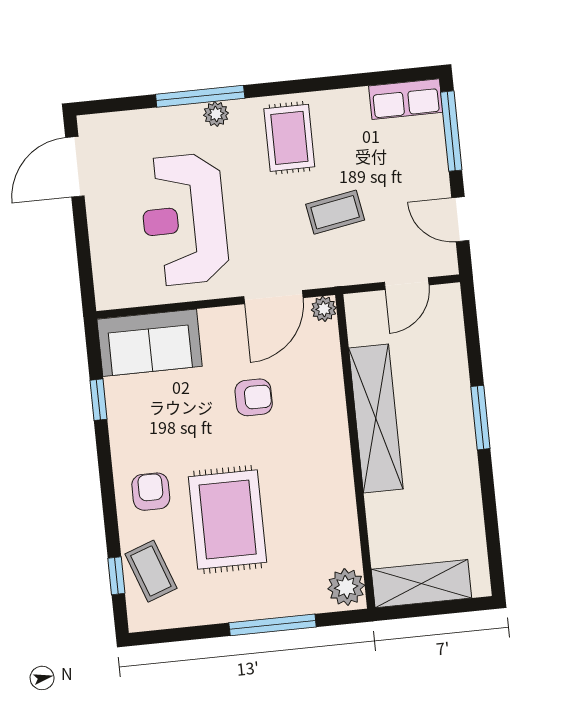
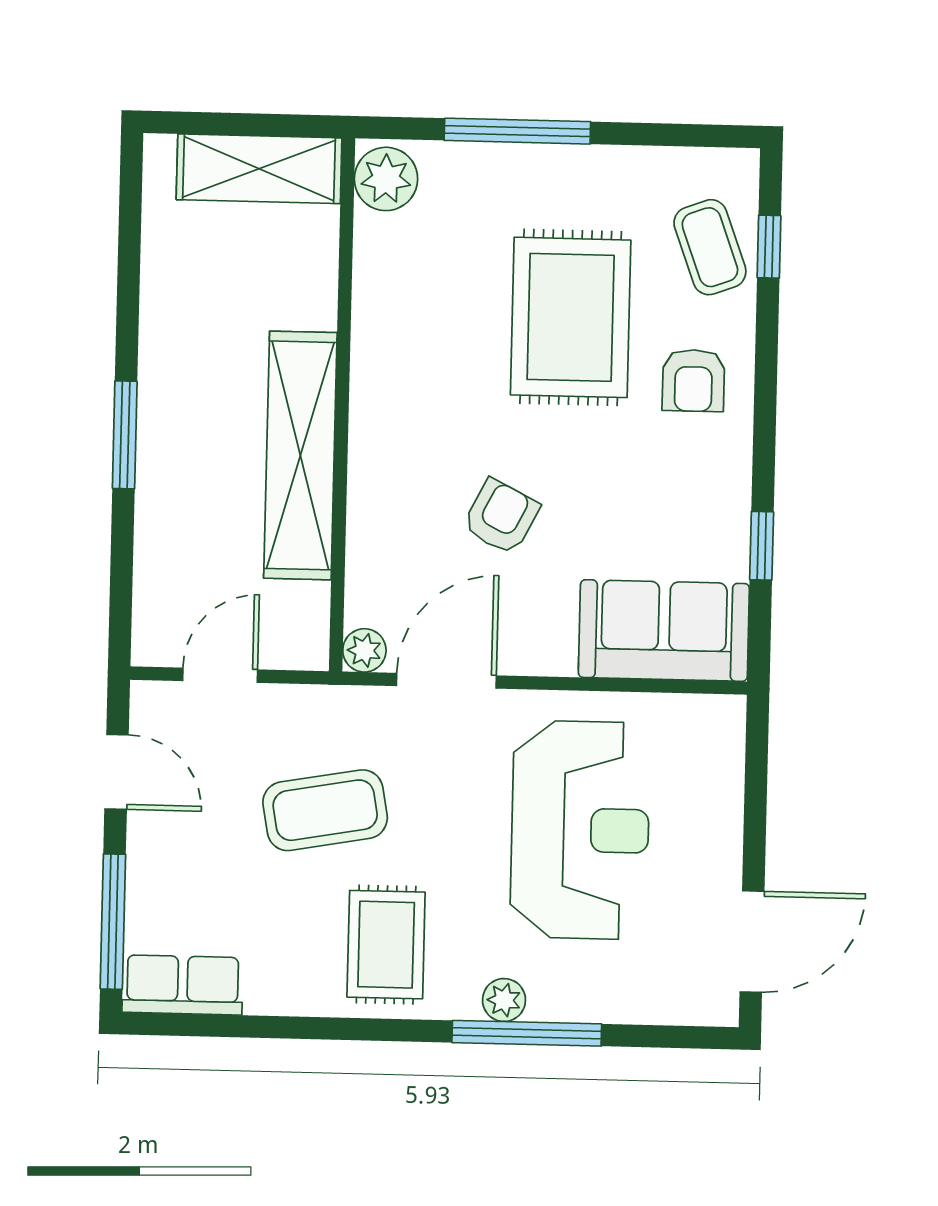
coffee table: (335, 212) -> (325, 810), width x1.36, depth x1.30
armchair: (254, 397) -> (501, 517), turned 117

